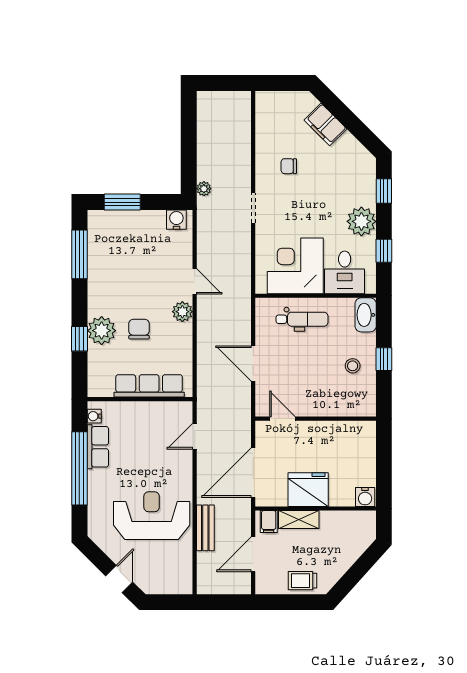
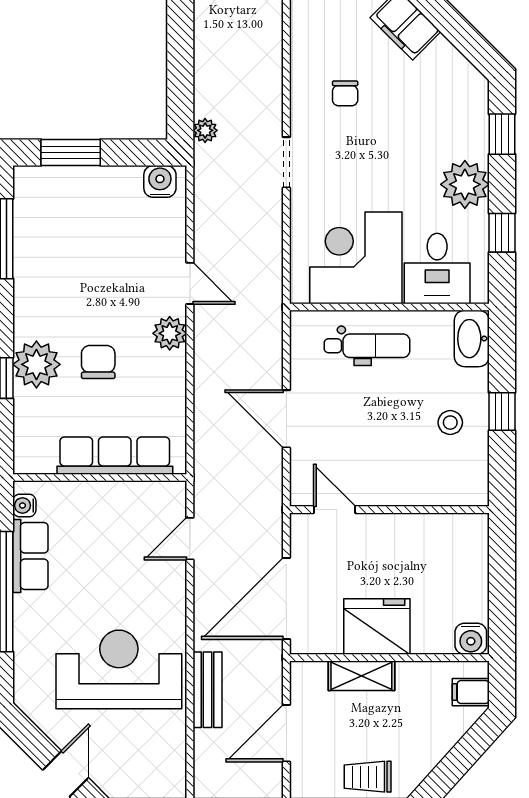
chair: (289, 166) -> (345, 93), turned -90
filing cabinet: (269, 522) -> (471, 692), moved, turned 90

